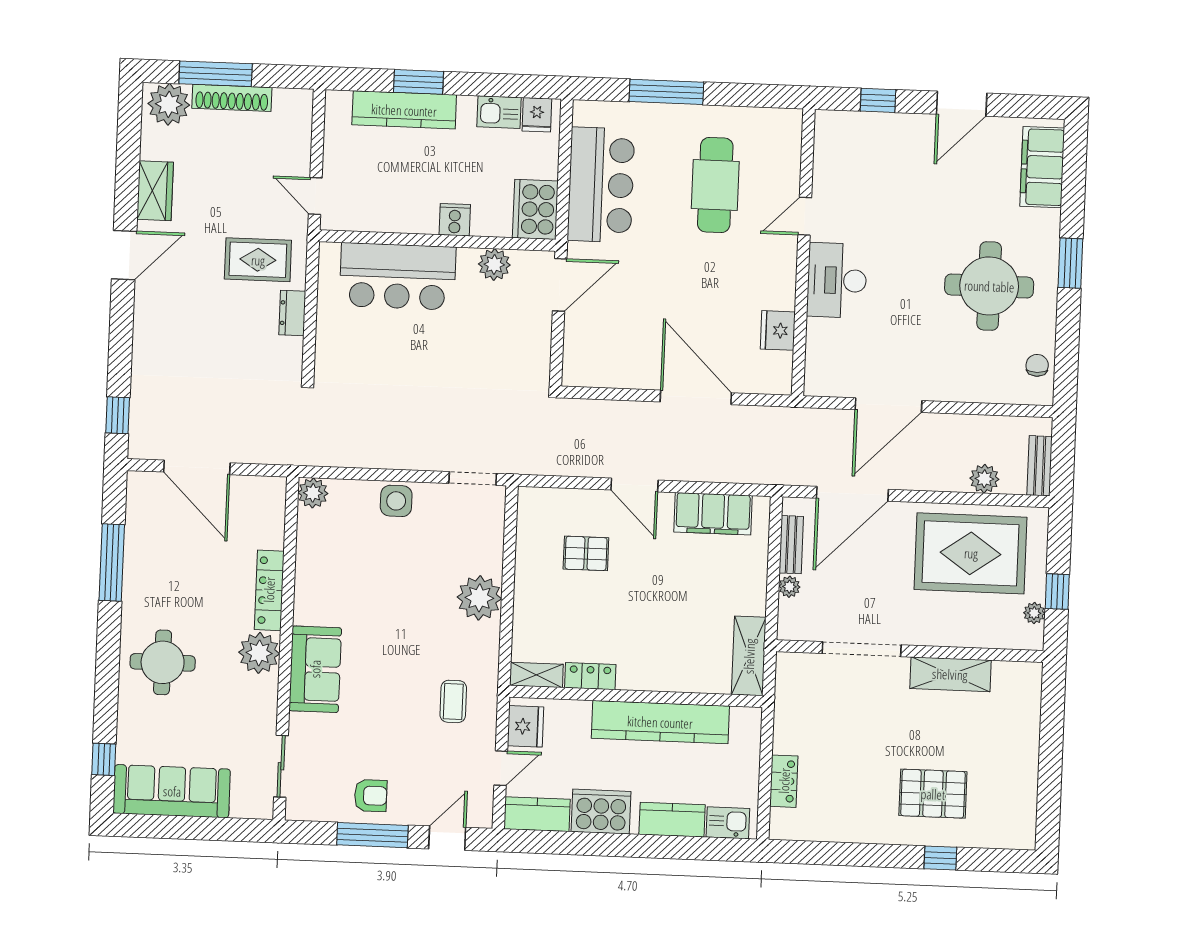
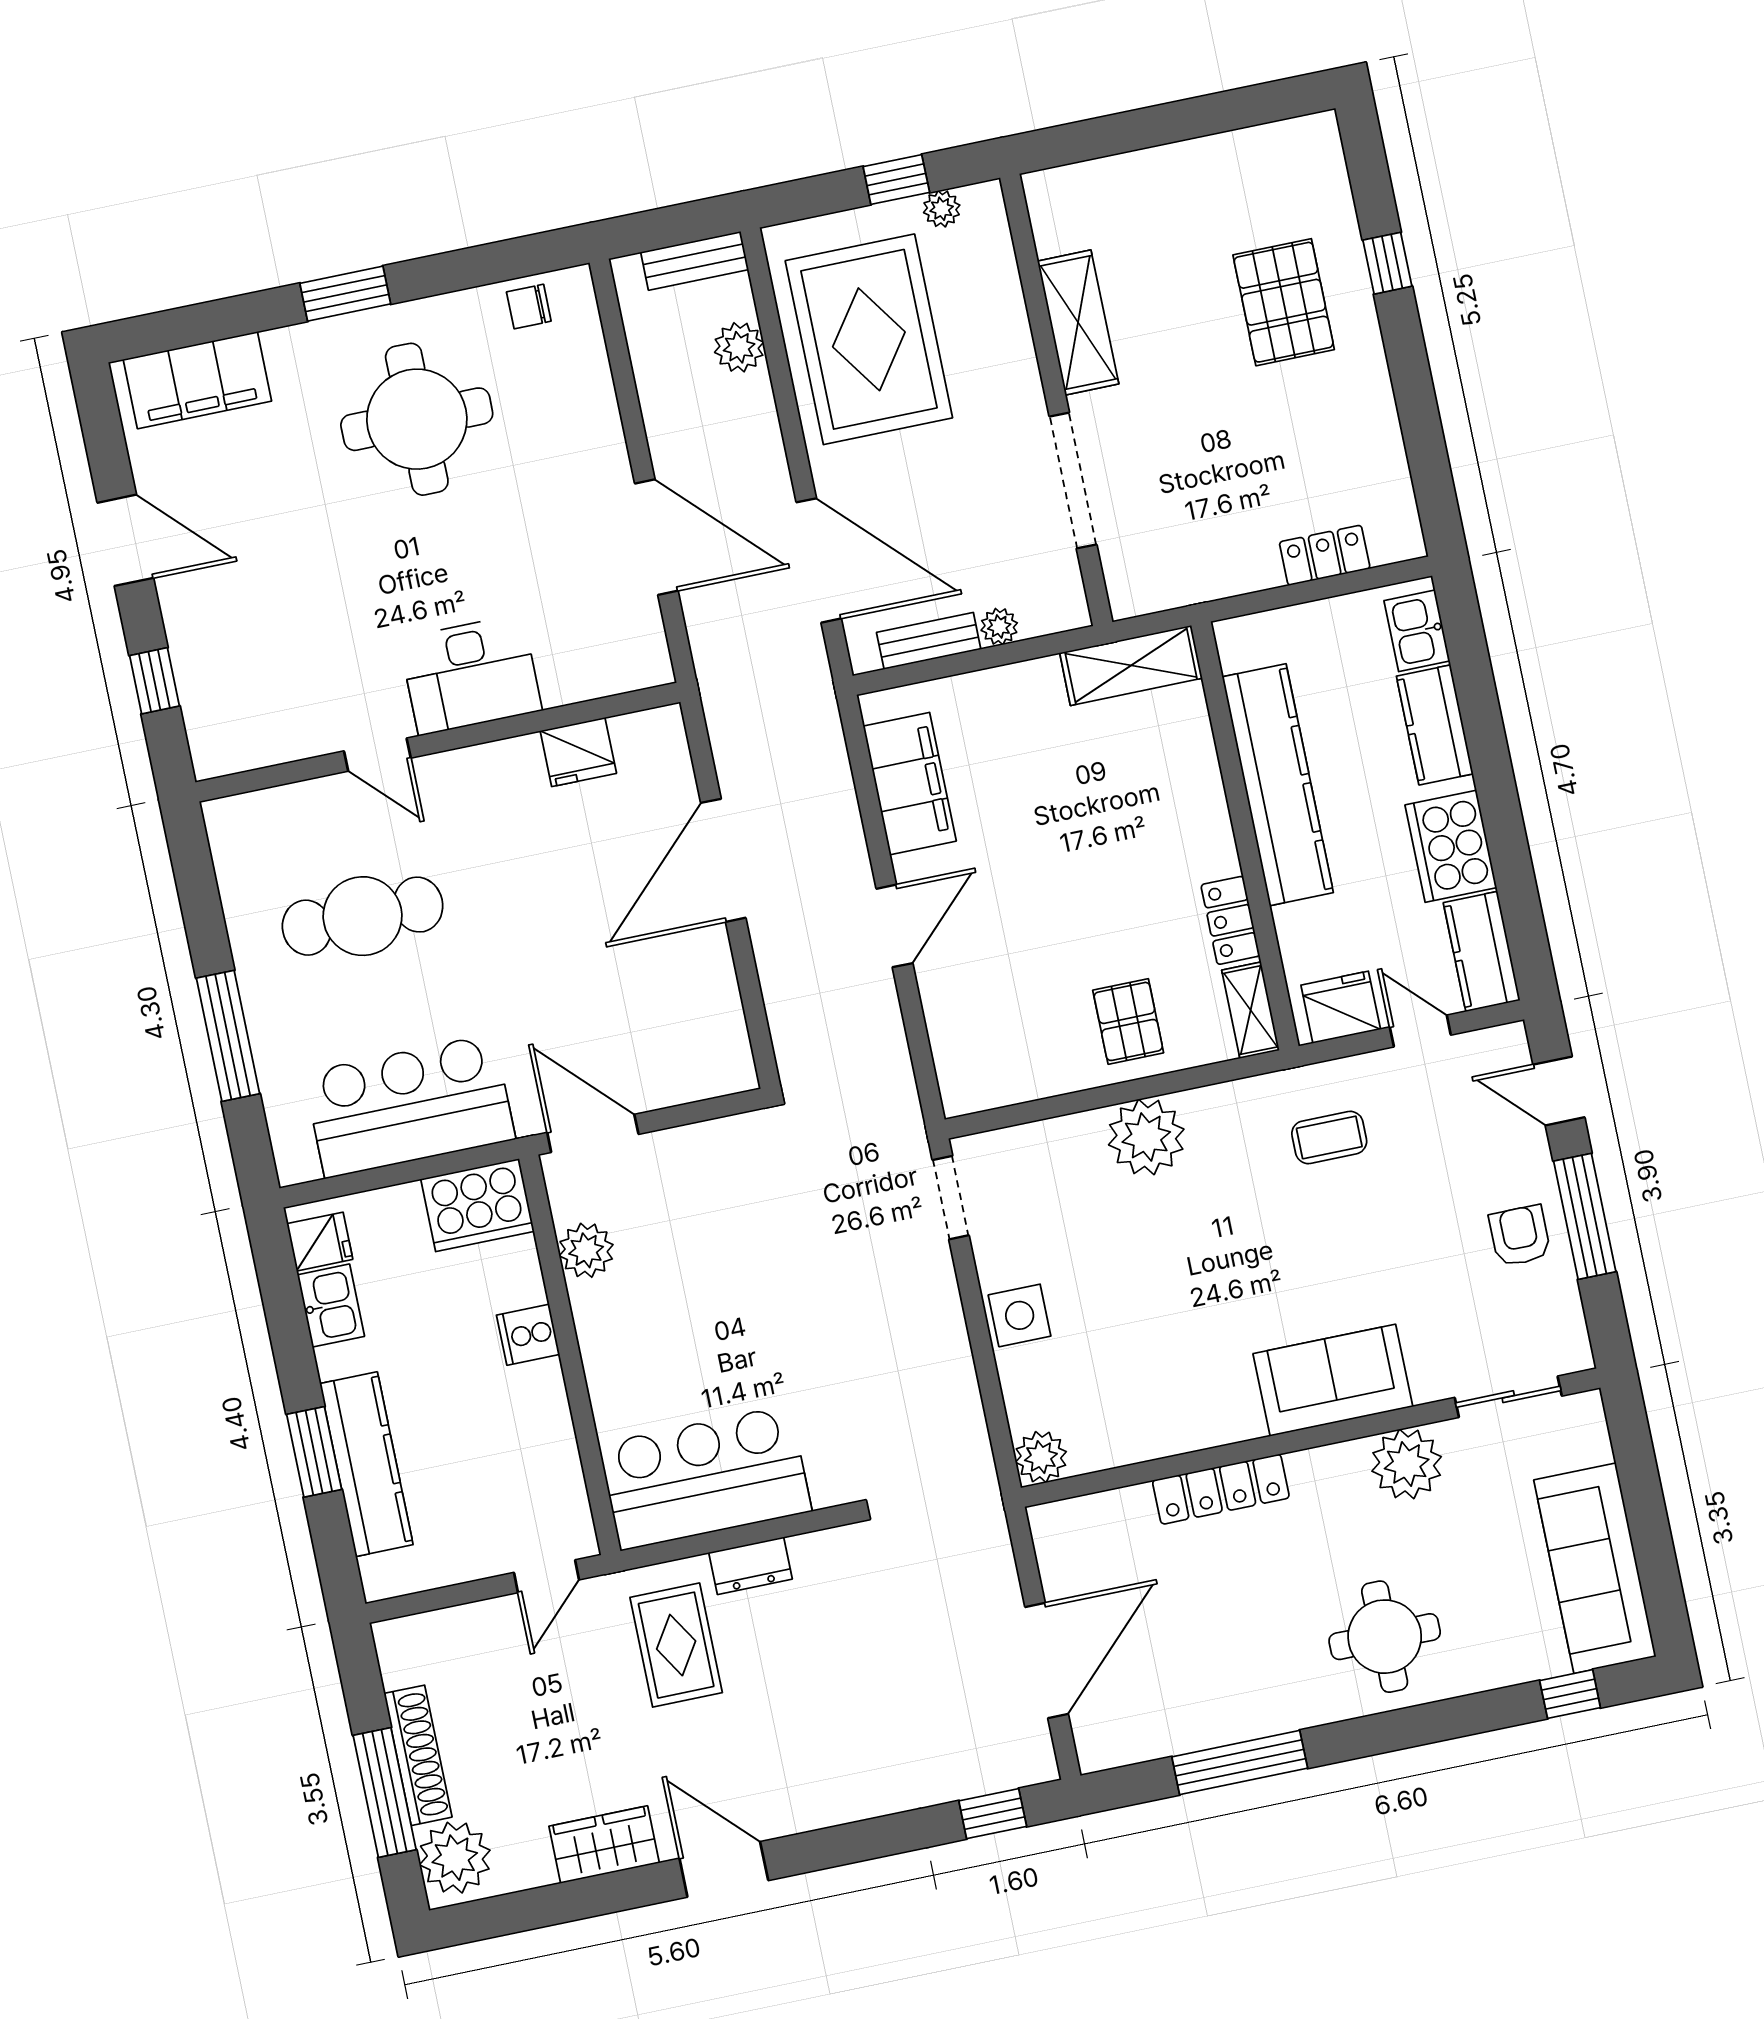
bar counter: (398, 276) -> (705, 1478), moved, turned -90
pallet: (586, 553) -> (1128, 1021), moved
plant: (259, 653) -> (1407, 1464), moved

